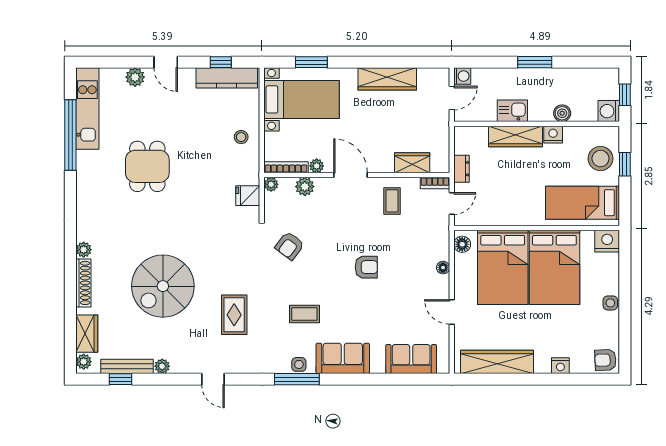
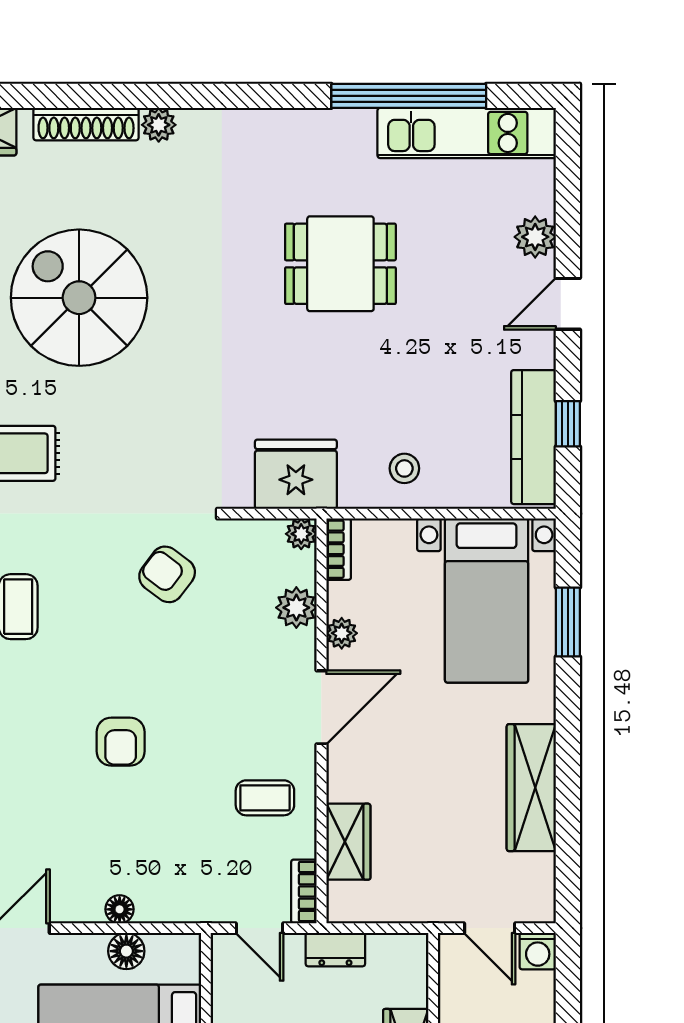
bookcase: (286, 167) -> (339, 549), width x0.64
fridge: (248, 196) -> (296, 474), width x1.88, depth x1.34
floor lamp: (462, 244) -> (126, 951), moved

